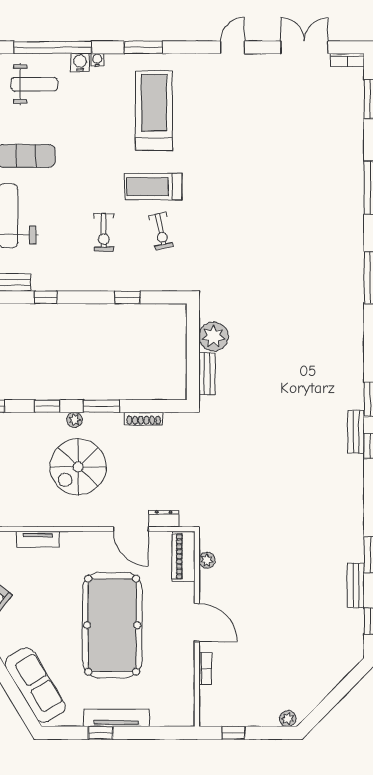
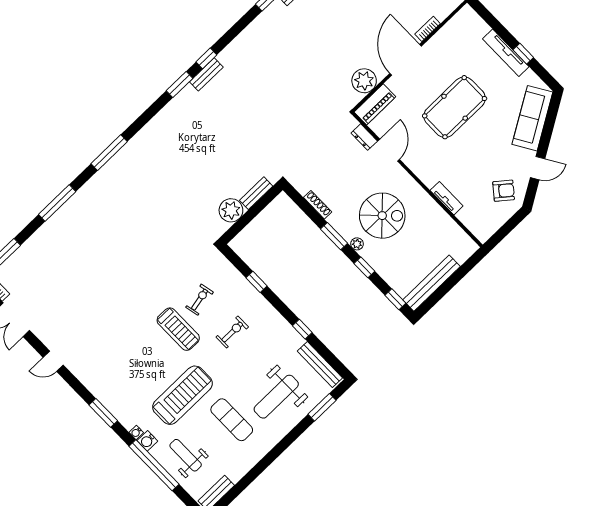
treadmill: (154, 111) -> (182, 395), moved, turned 180
plant: (207, 560) -> (364, 81), width x1.88, depth x1.88
door: (197, 623) -> (406, 60), width x1.36
pool table: (112, 625) -> (455, 107), width x0.73, depth x0.76

